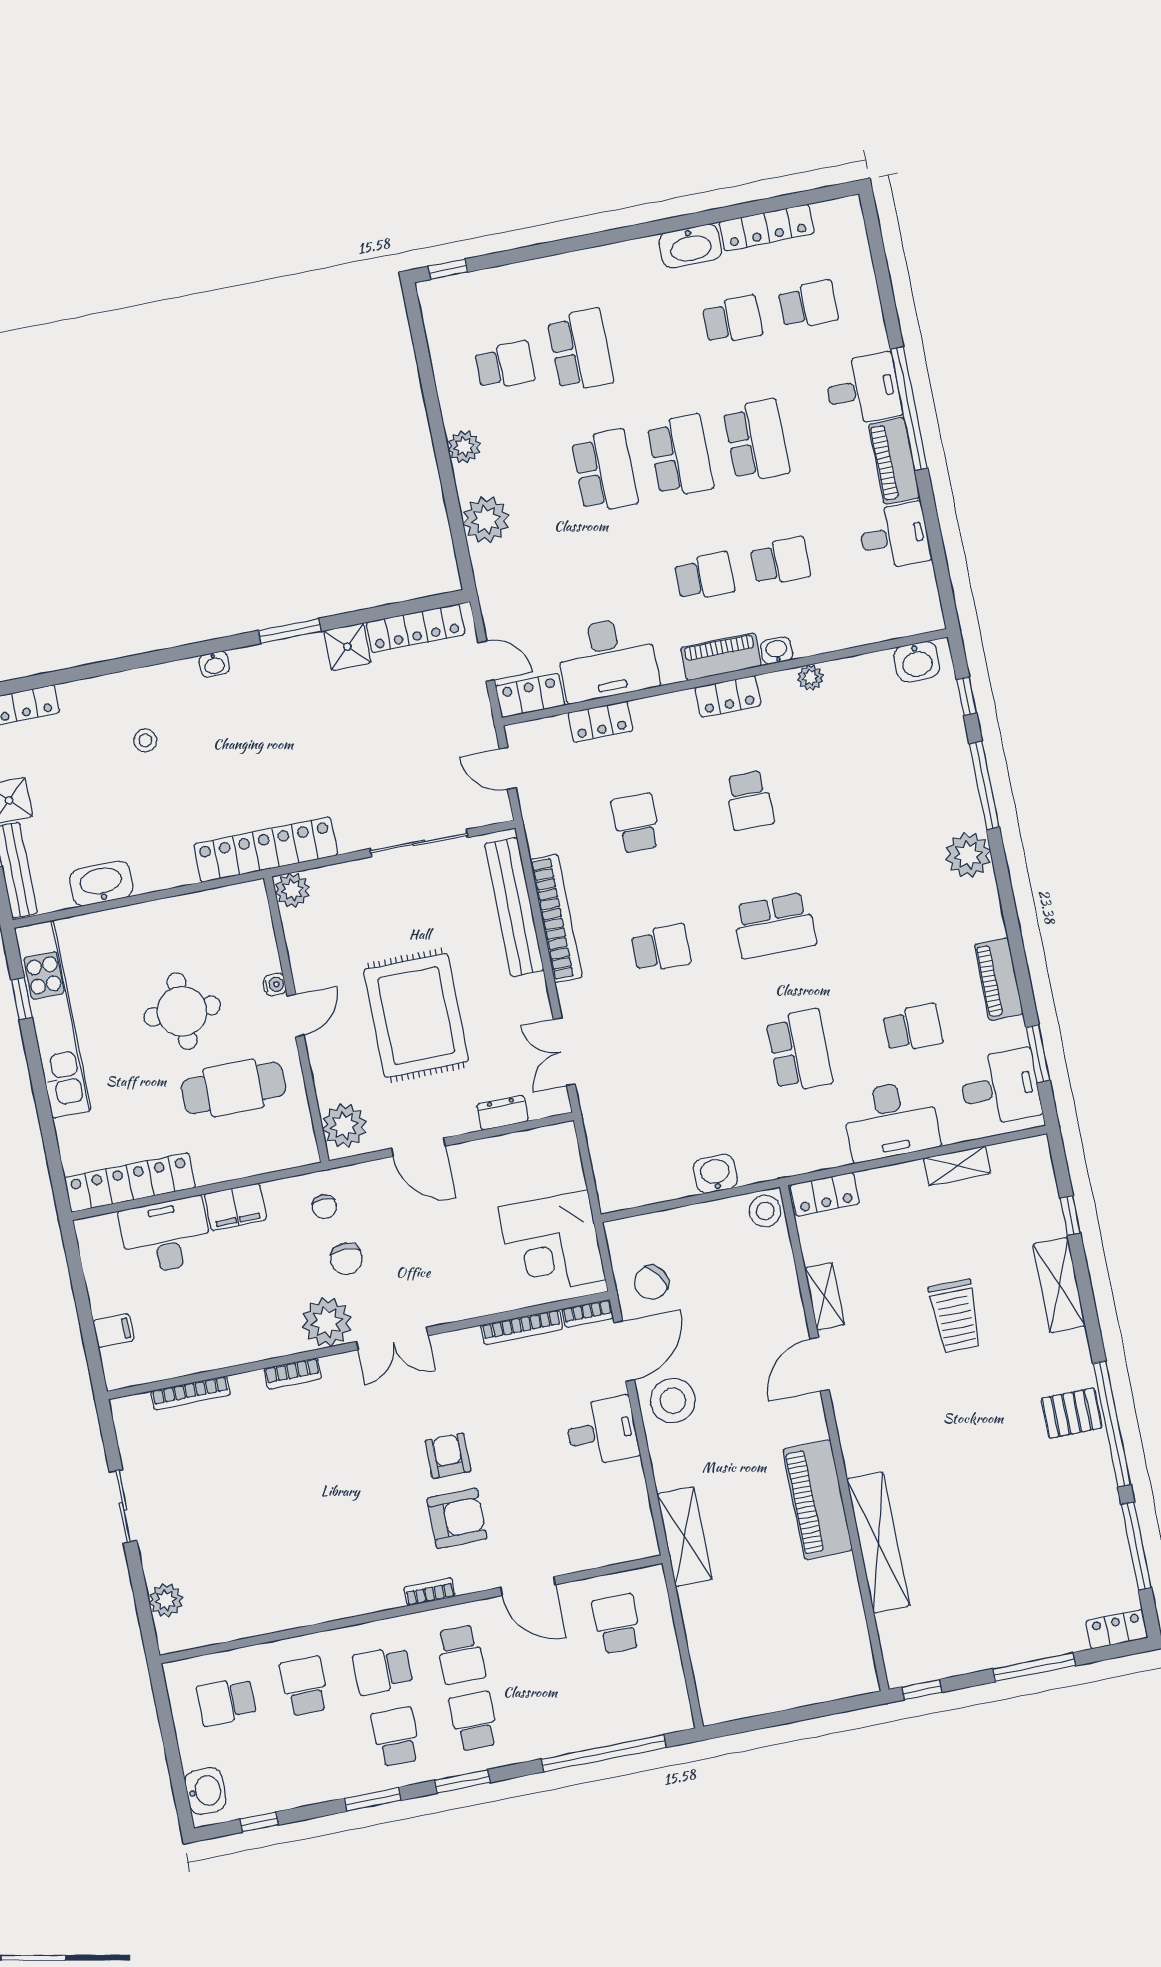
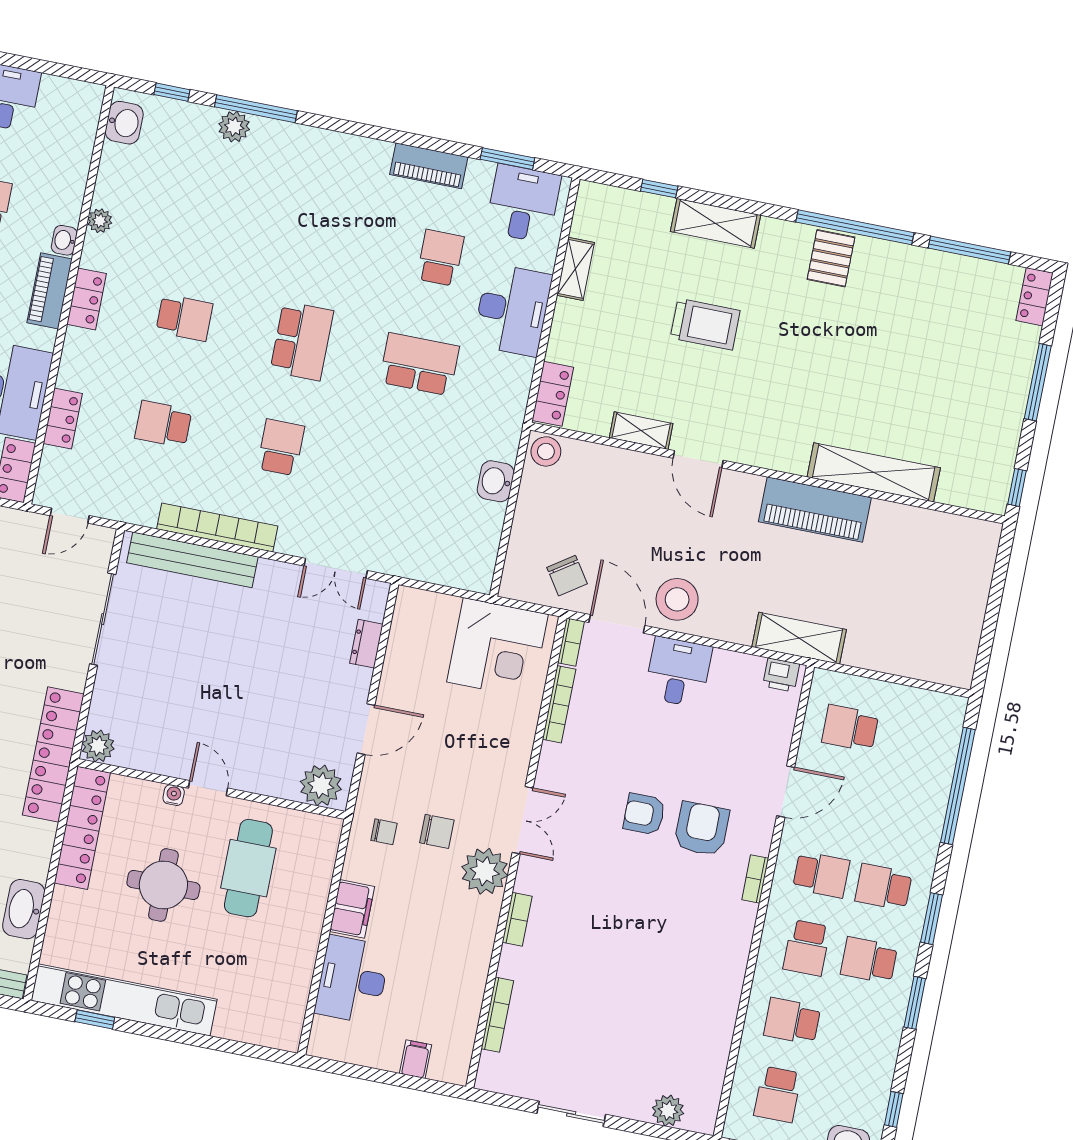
plant: (968, 855) -> (234, 127), moved, width x0.73, depth x0.73
rug: (416, 1016) -> (251, 684), removed
locker: (130, 1182) -> (82, 828), moved, turned 180
printer: (641, 1534) -> (781, 675), added

